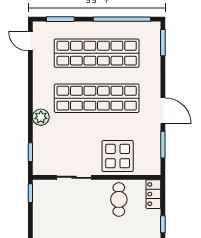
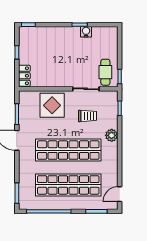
door: (30, 41) -> (120, 194), swing flipped
trolley: (72, 142) -> (87, 116), added
cafe table: (119, 199) -> (105, 72), moved

